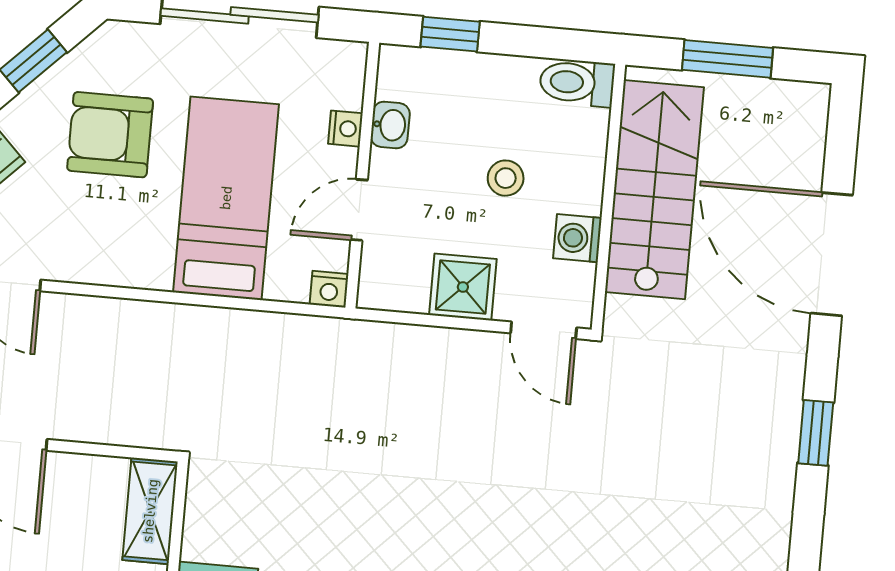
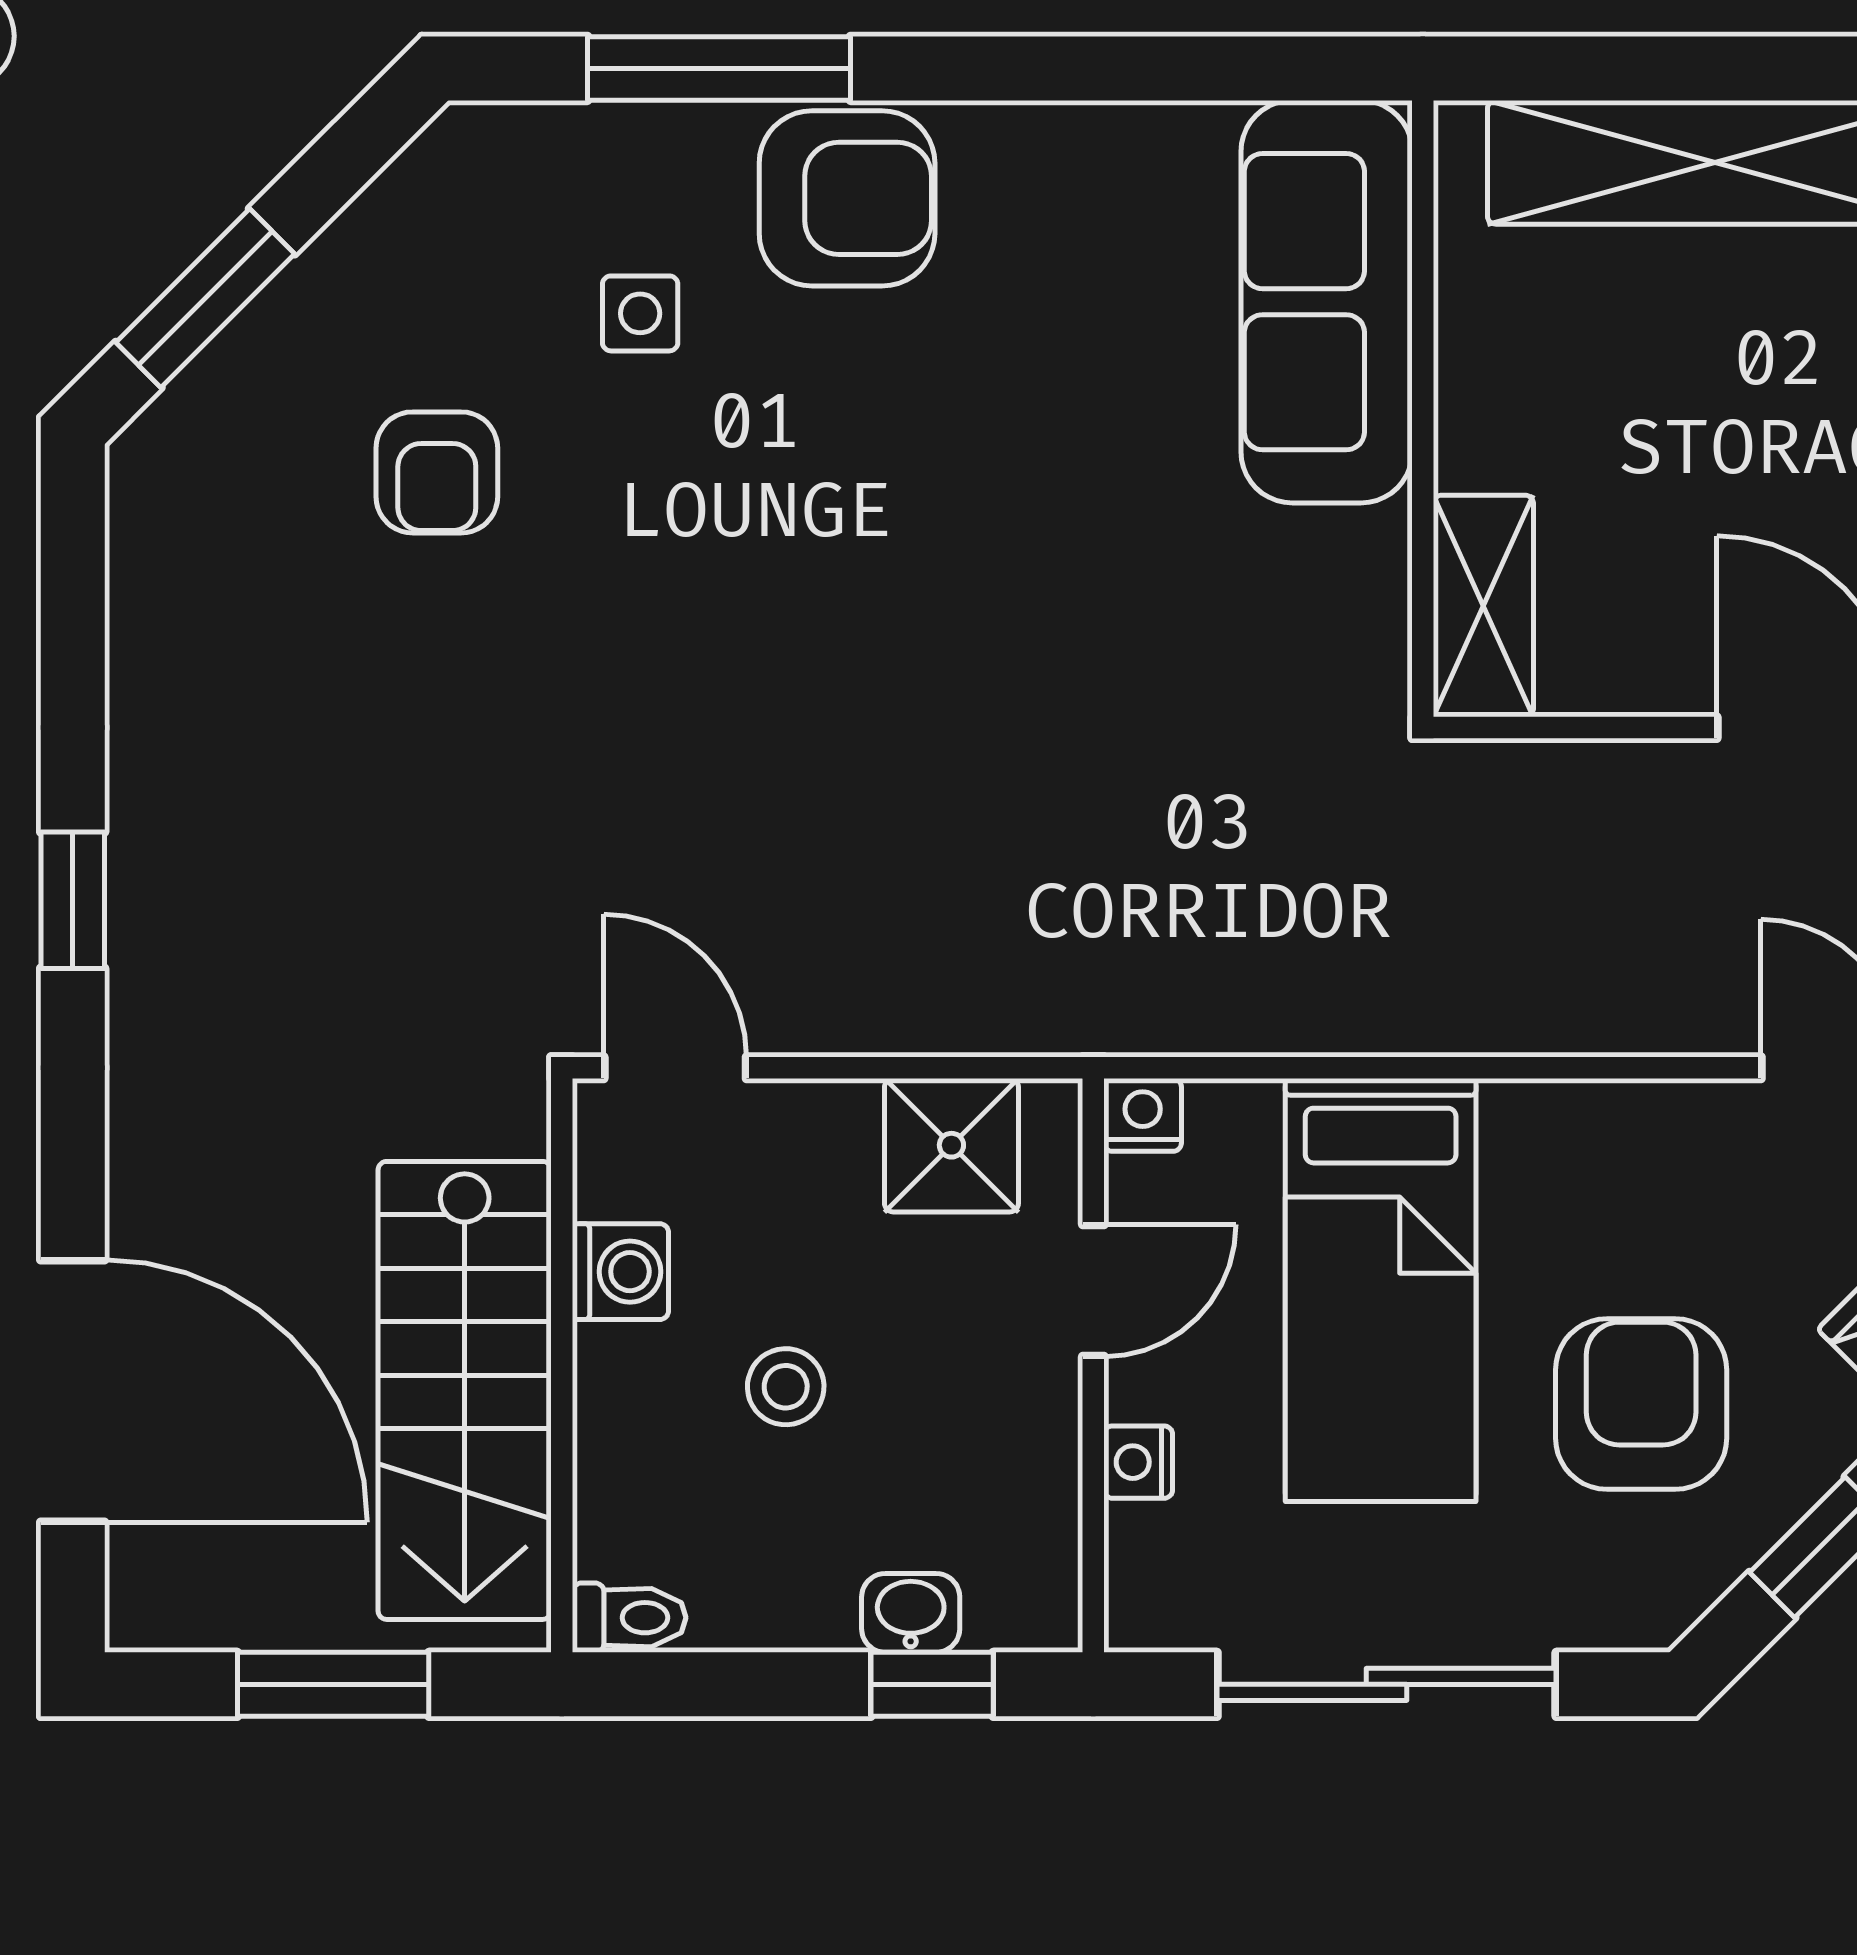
toilet: (577, 83) -> (629, 1618), width x0.73, depth x0.72
washbasin: (390, 125) -> (911, 1613), moved, turned 90
armchair: (110, 135) -> (1641, 1404), turned -90
door: (832, 254) -> (73, 1391), moved
shower: (463, 287) -> (951, 1145), moved

